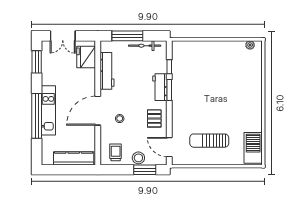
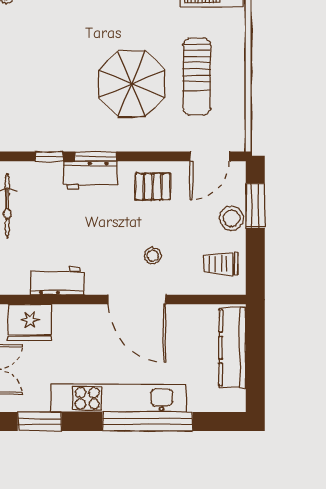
workbench: (107, 71) -> (58, 281), width x0.73
parasol: (206, 108) -> (132, 84), added
kitchen unit: (48, 110) -> (118, 398), width x1.36

